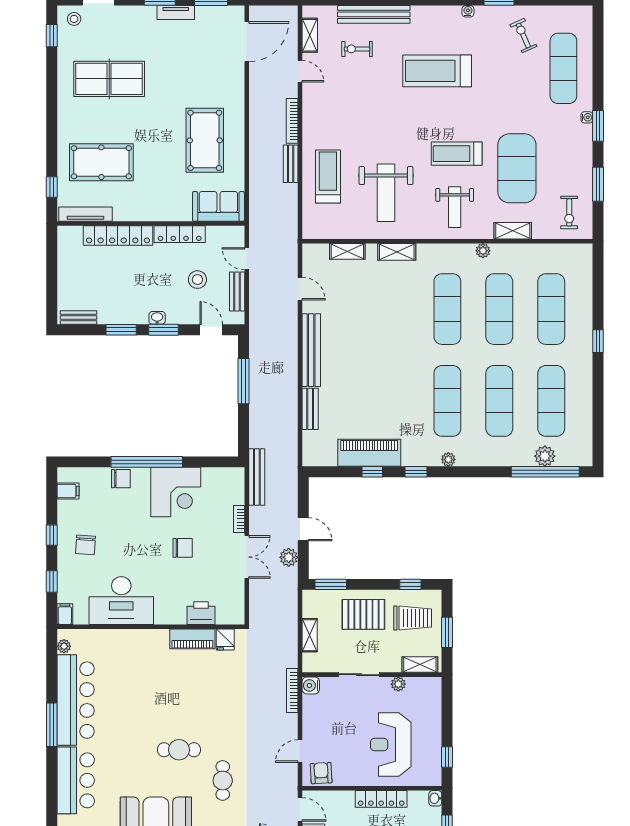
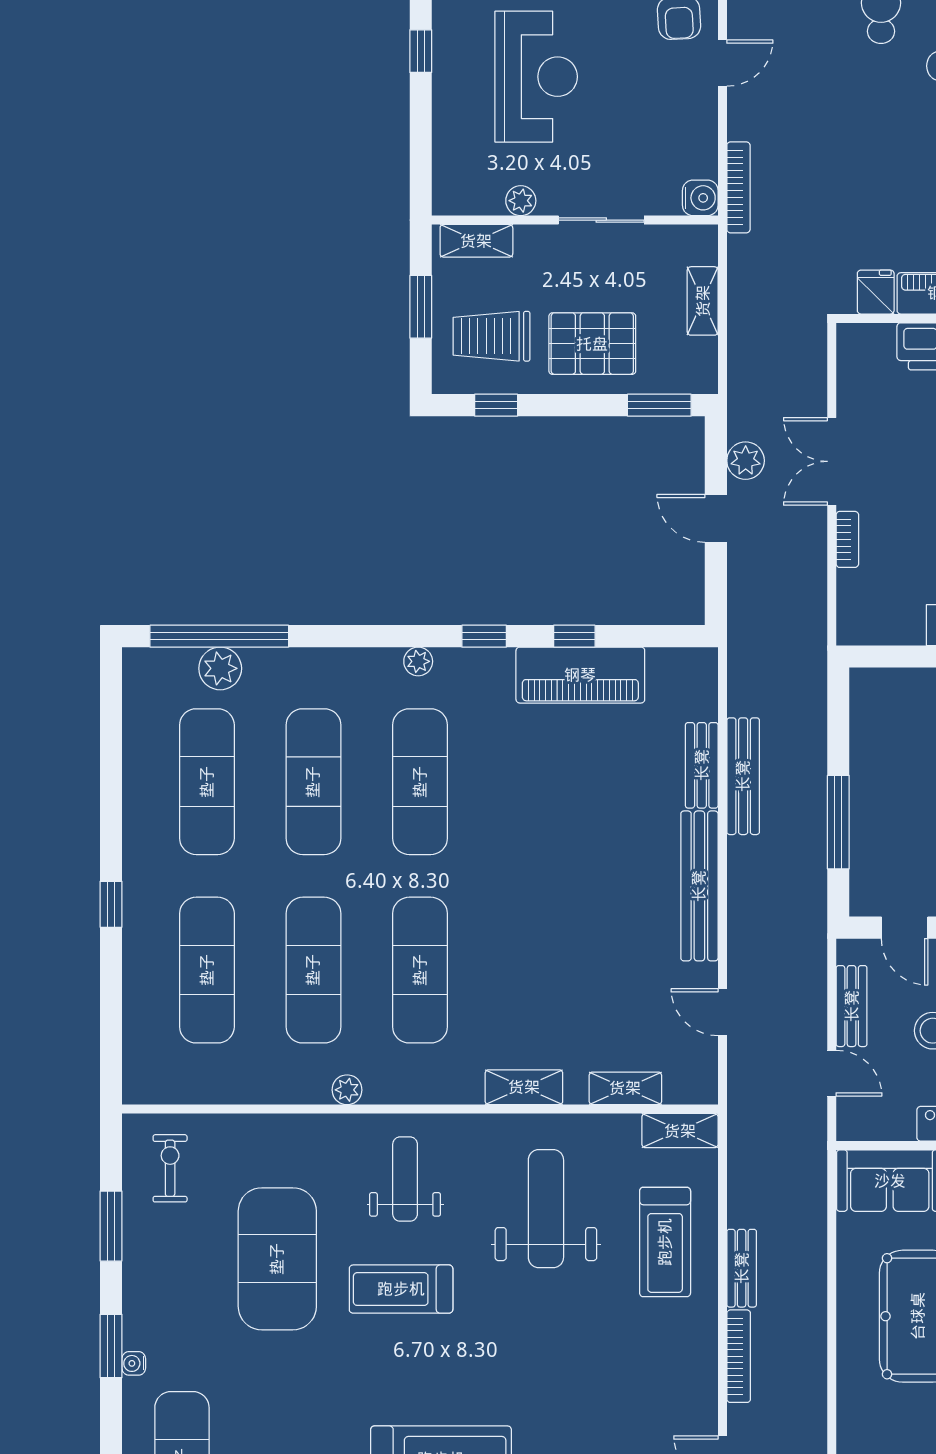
treadmill: (457, 154) -> (401, 1289), turned 180
shelving: (513, 231) -> (680, 1131), moved
bench: (257, 477) -> (743, 776), moved

